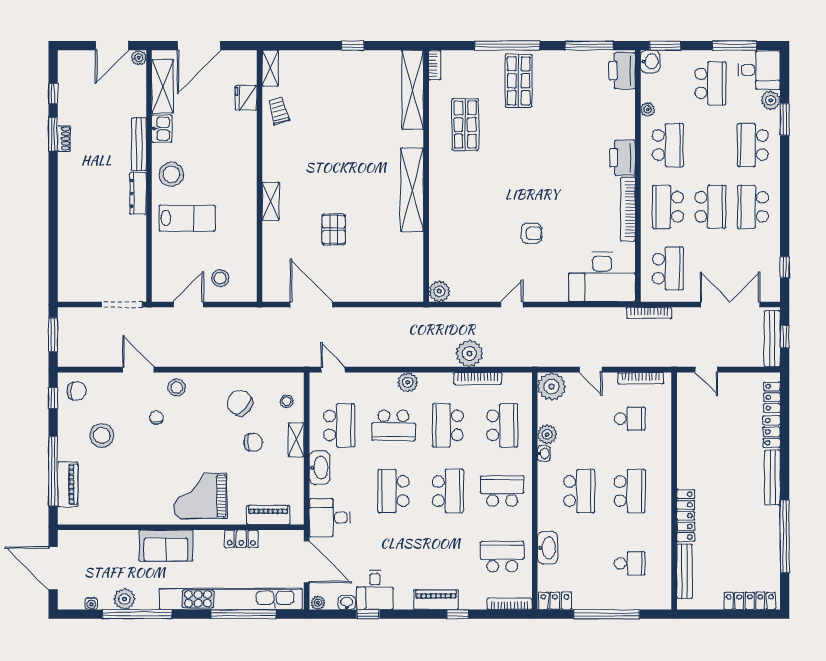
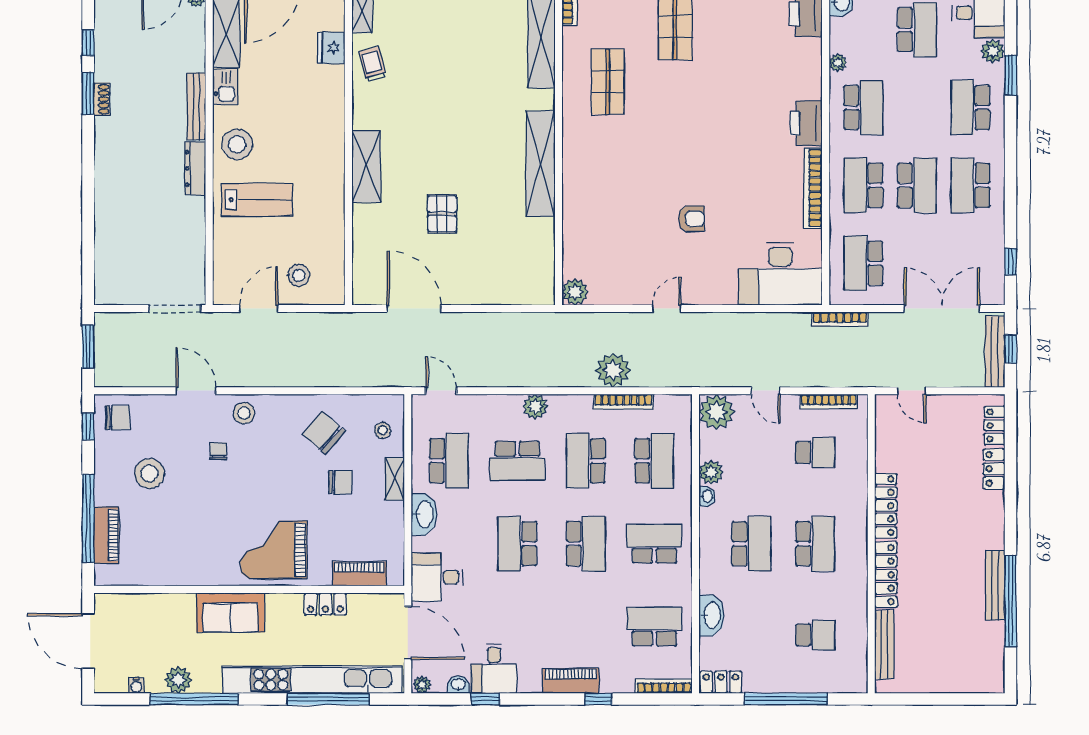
shelving: (271, 201) -> (366, 166), width x1.50, depth x1.33
school desk: (668, 269) -> (863, 263), turned 180
bench: (772, 478) -> (995, 585), moved
locker: (750, 601) -> (886, 506), moved, turned 90

